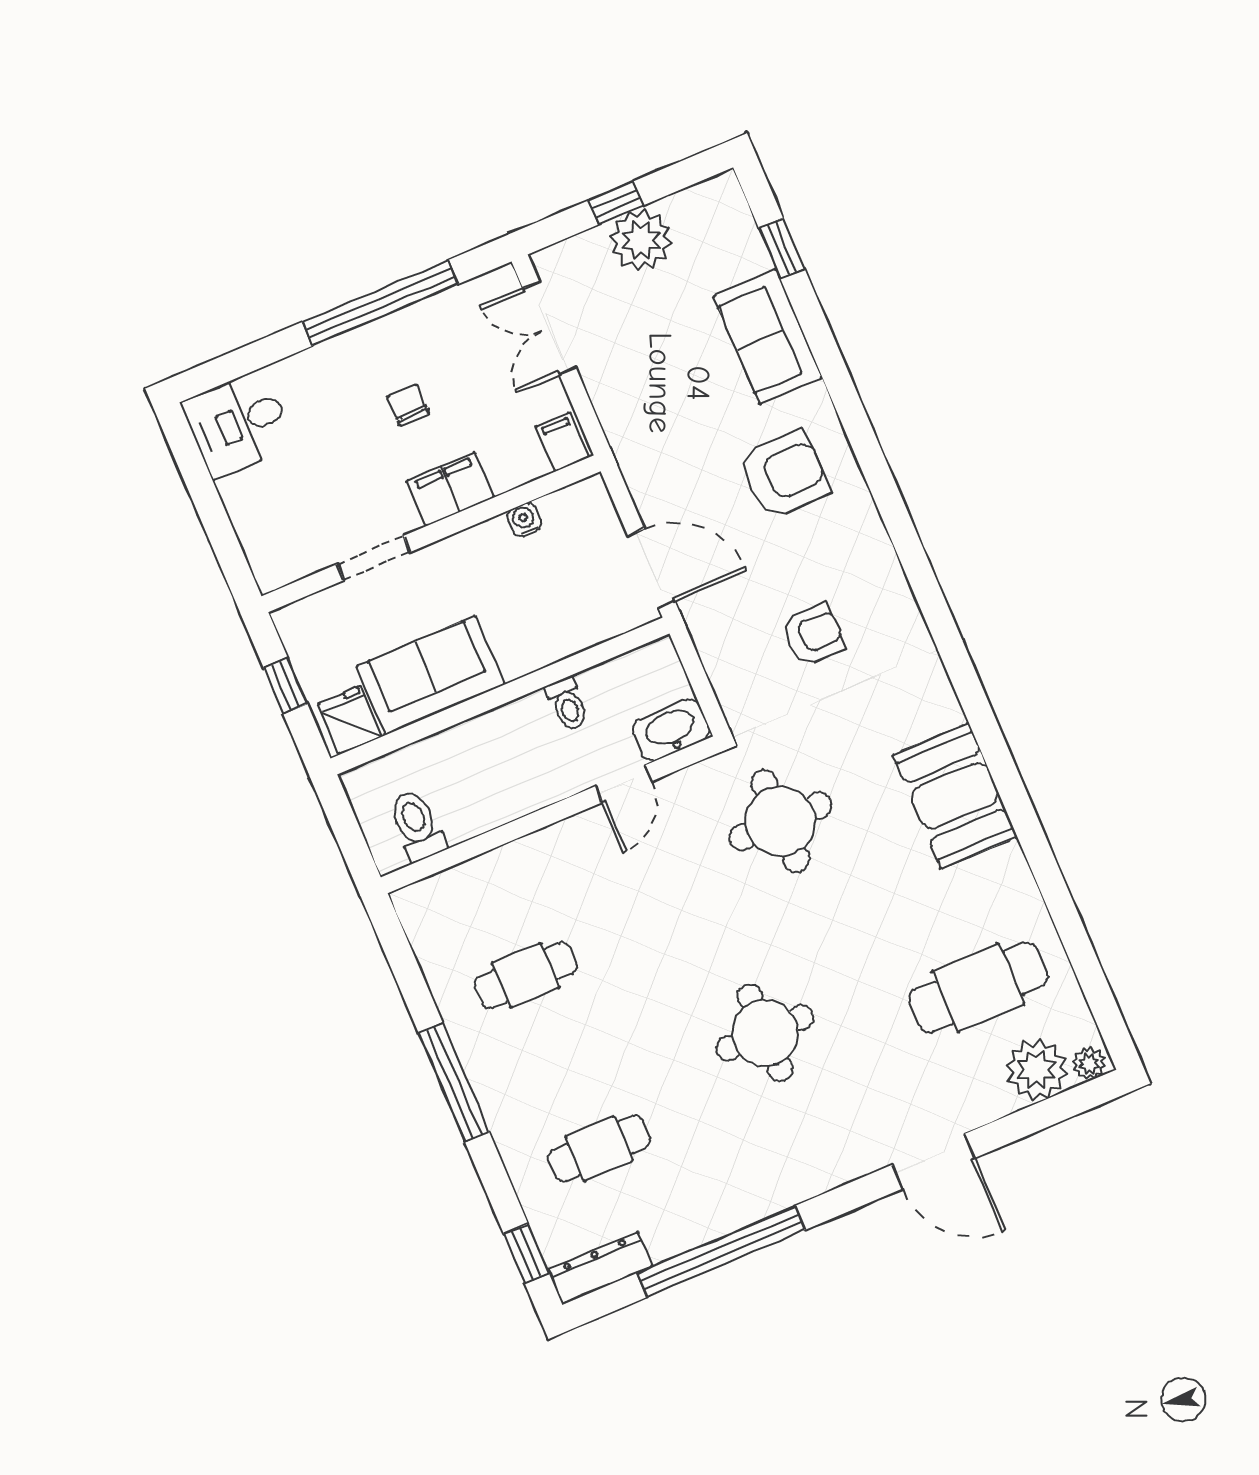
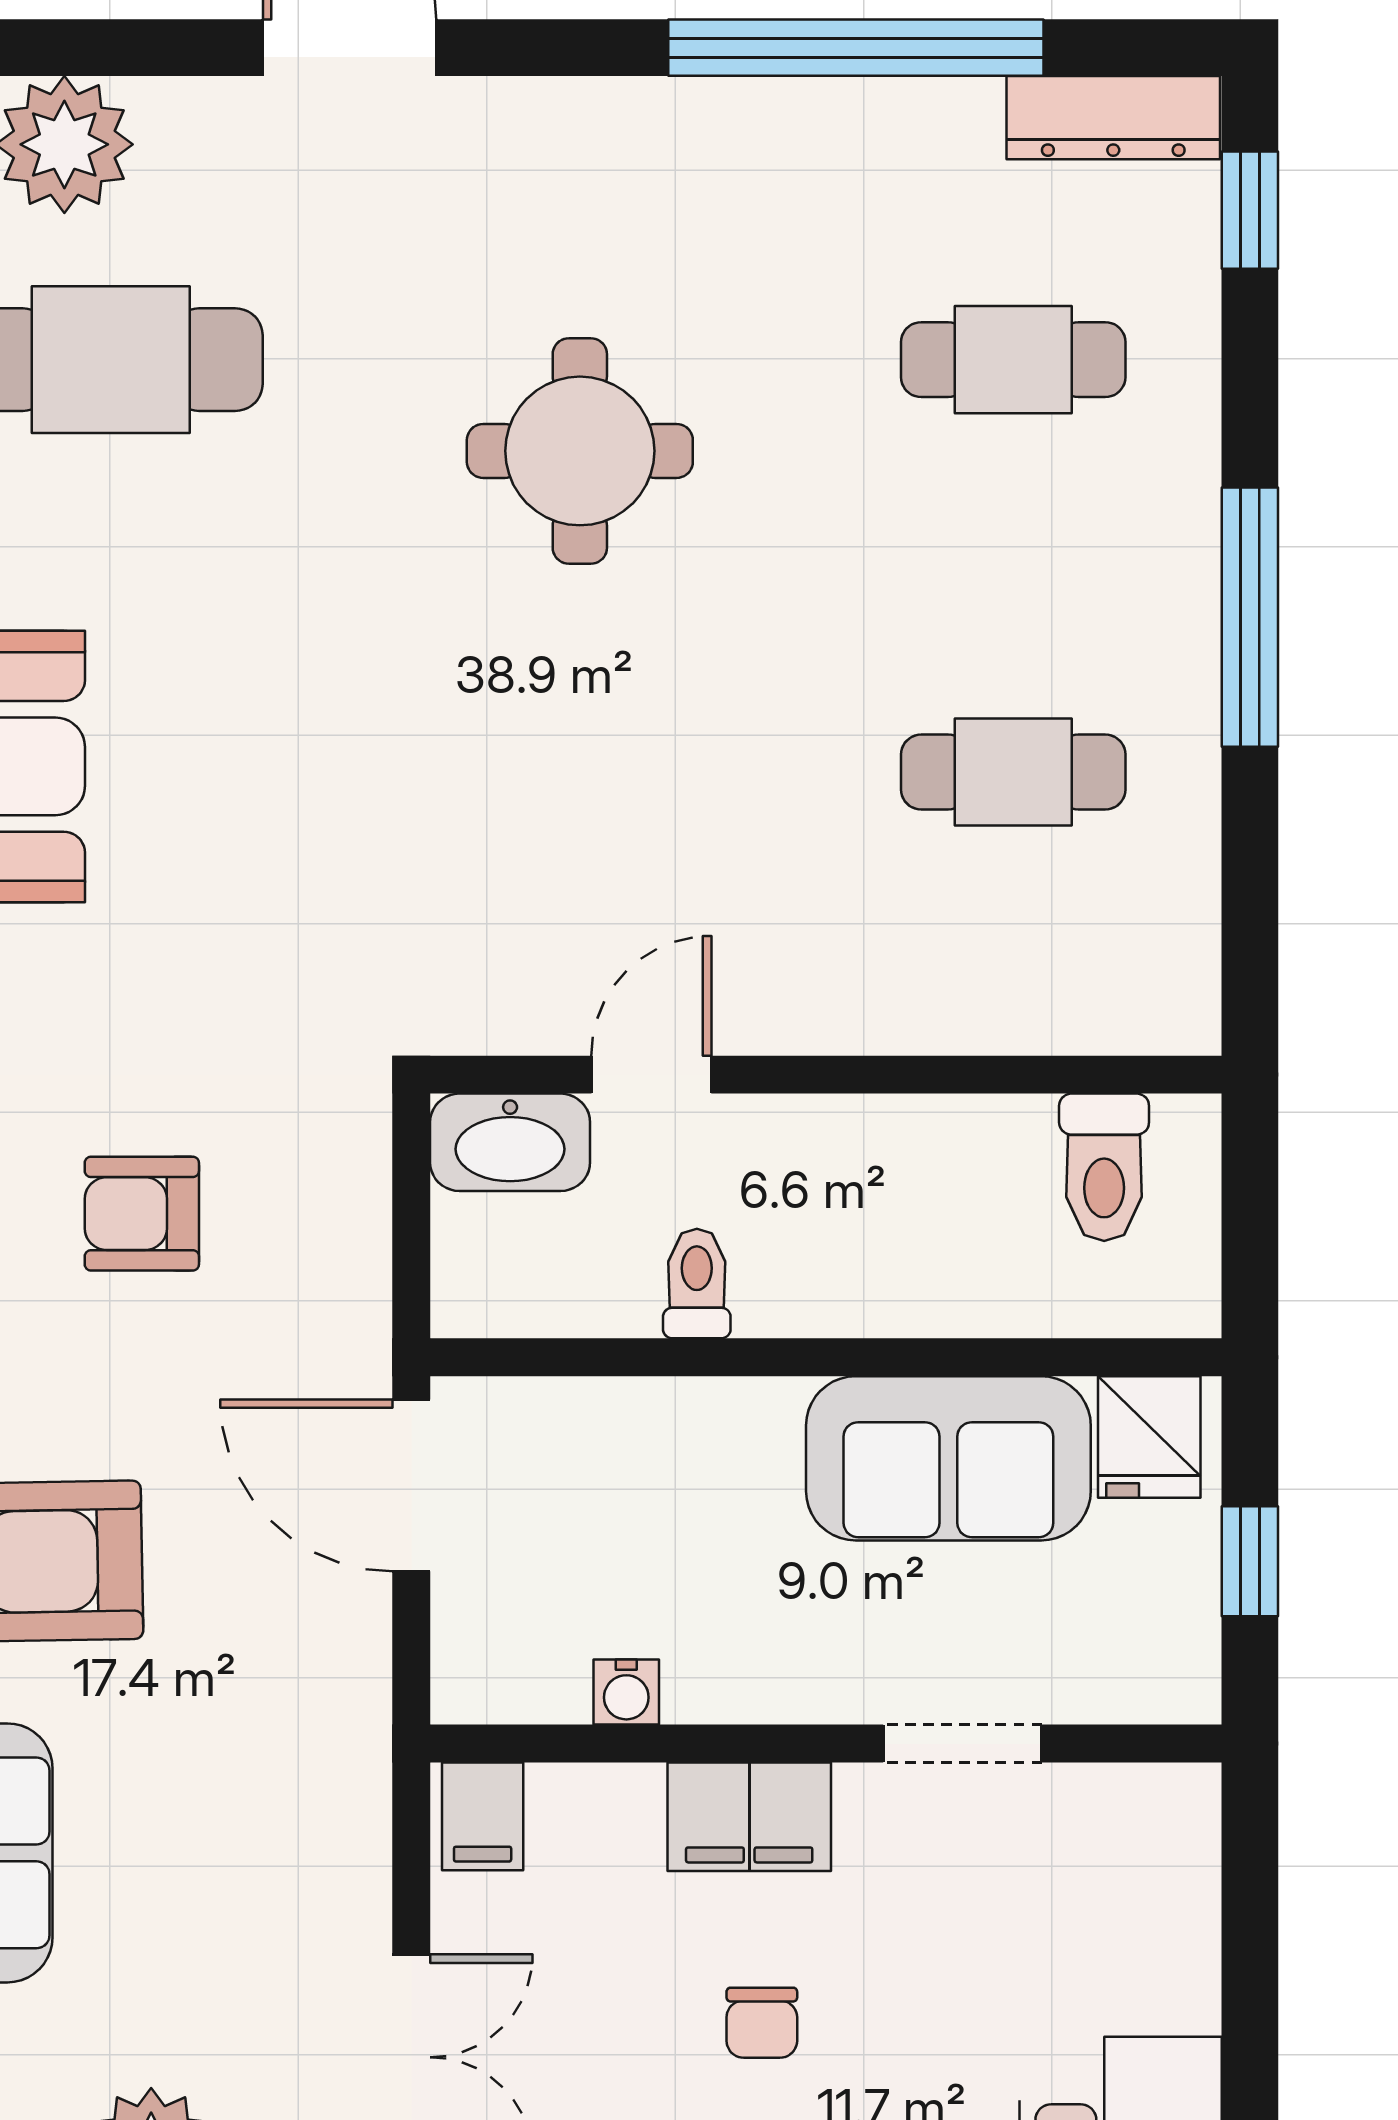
round table: (780, 821) -> (368, 865), removed

